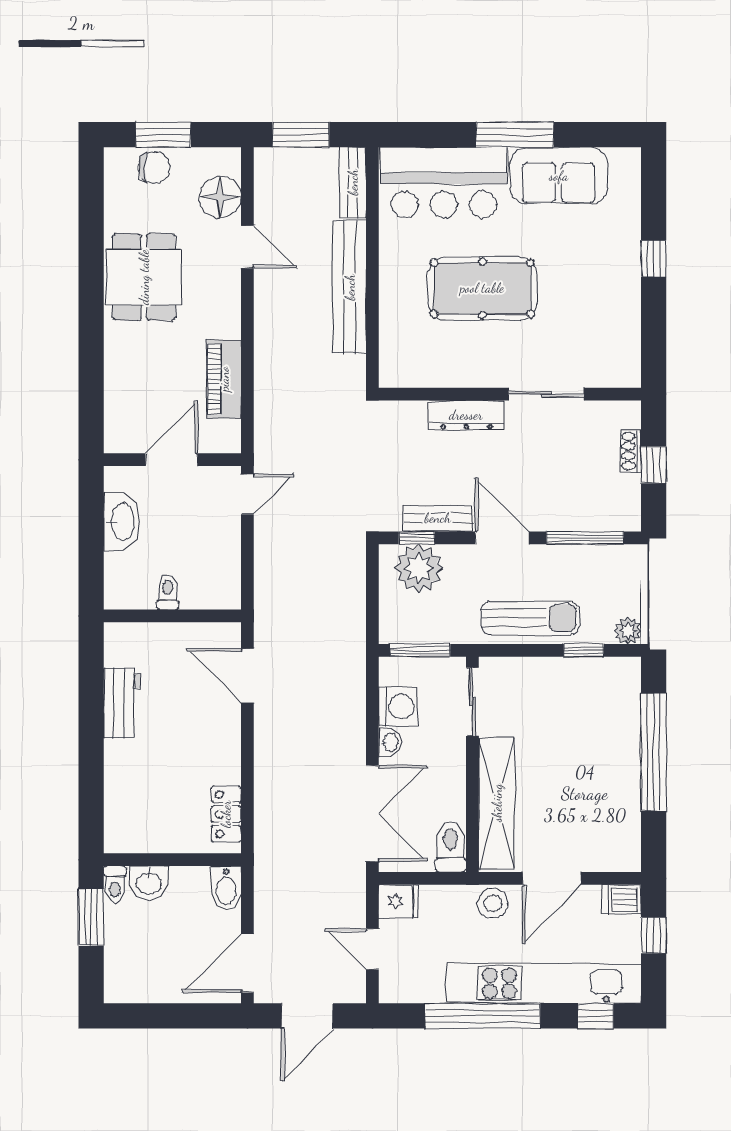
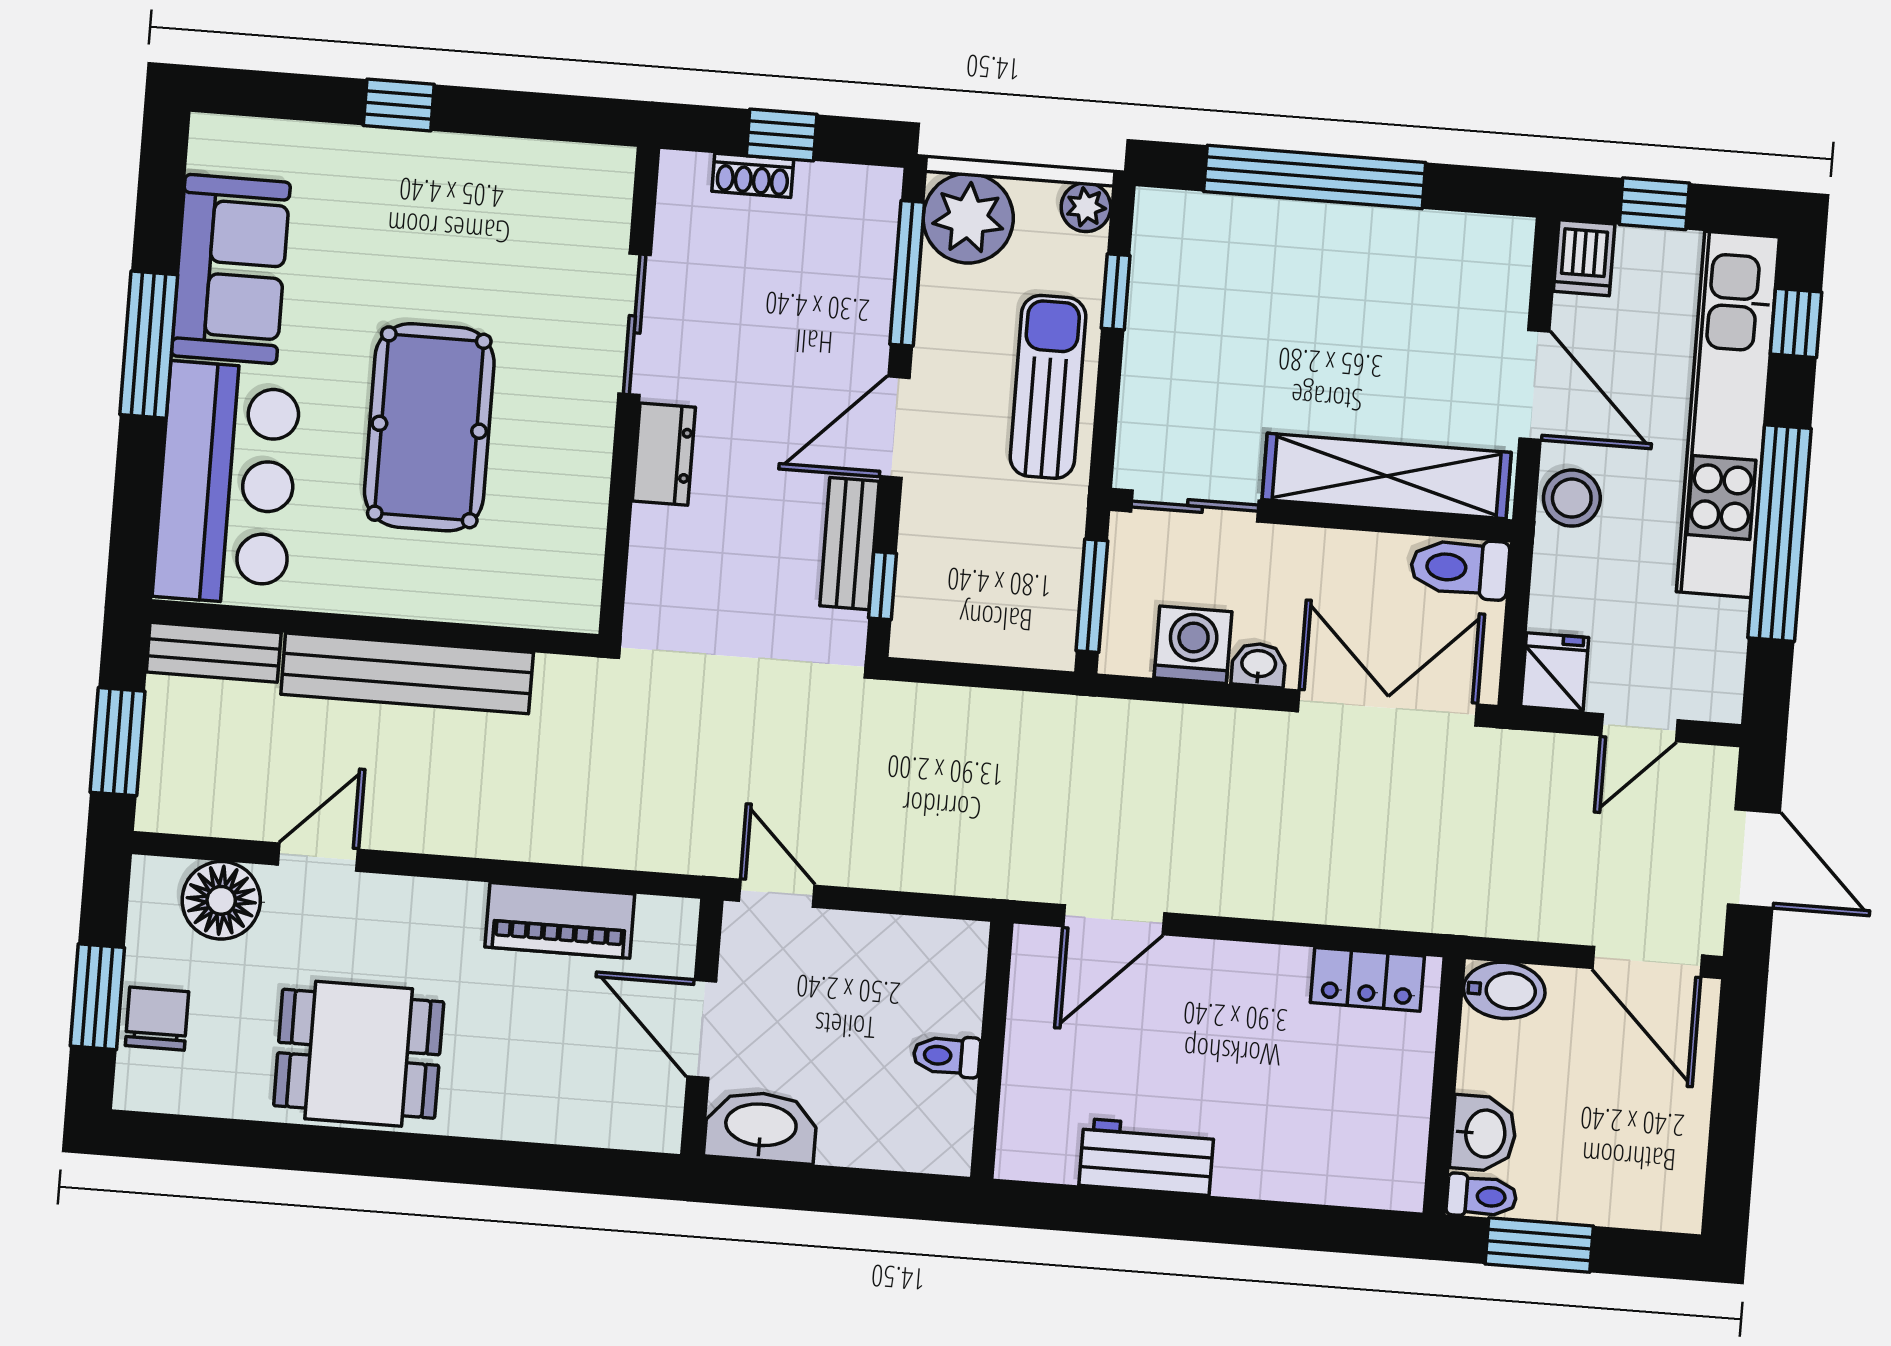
dresser: (466, 415) -> (664, 454), width x0.70
washbasin: (122, 522) -> (761, 1127), moved
plant: (419, 568) -> (968, 218), moved

